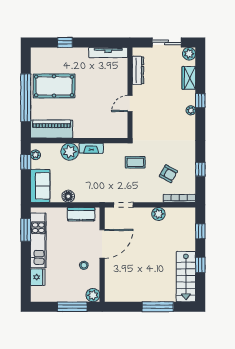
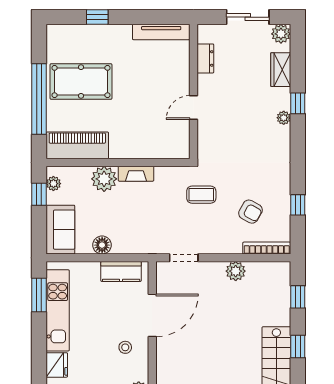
dresser: (138, 70) -> (205, 58), width x0.70

